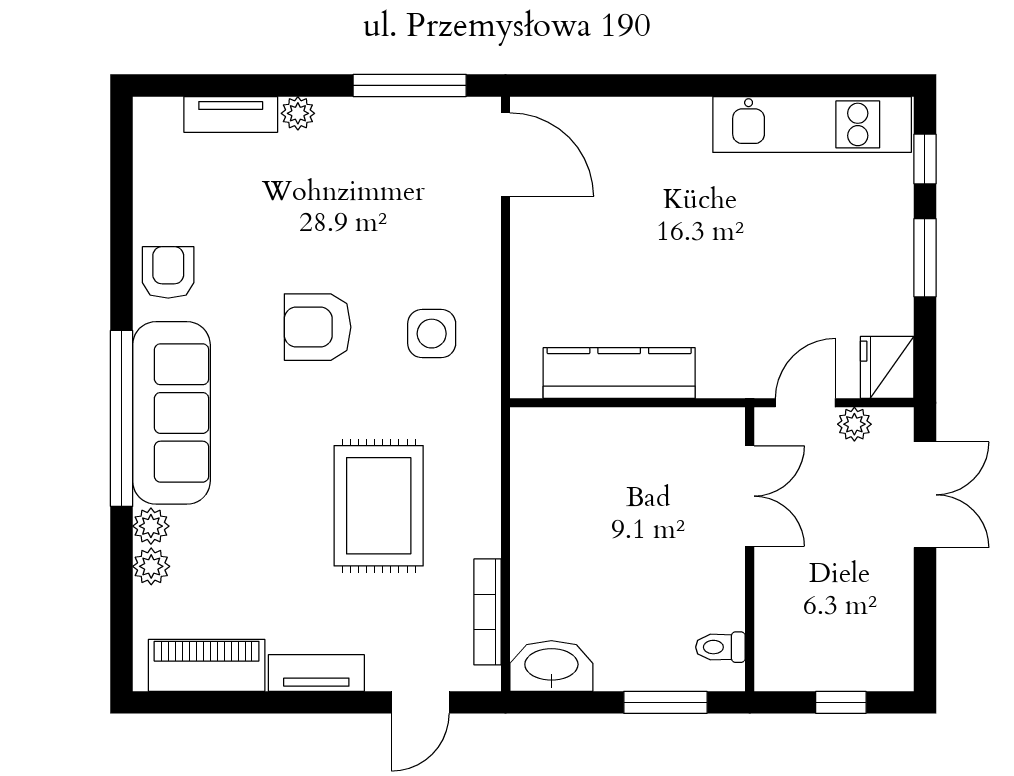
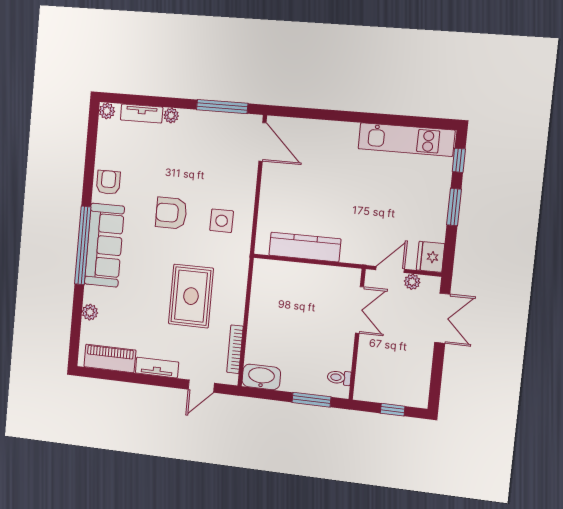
plant: (151, 526) -> (107, 111), moved

